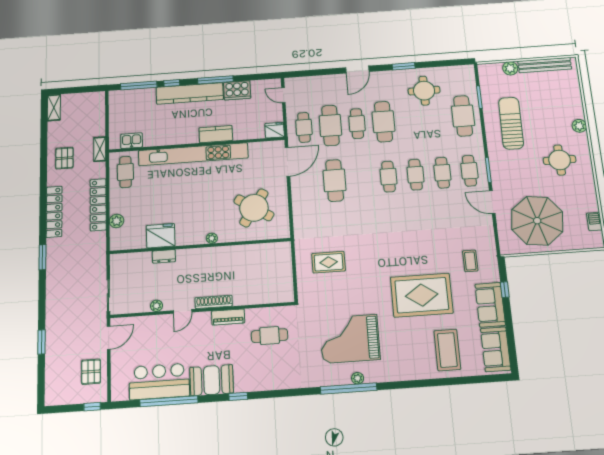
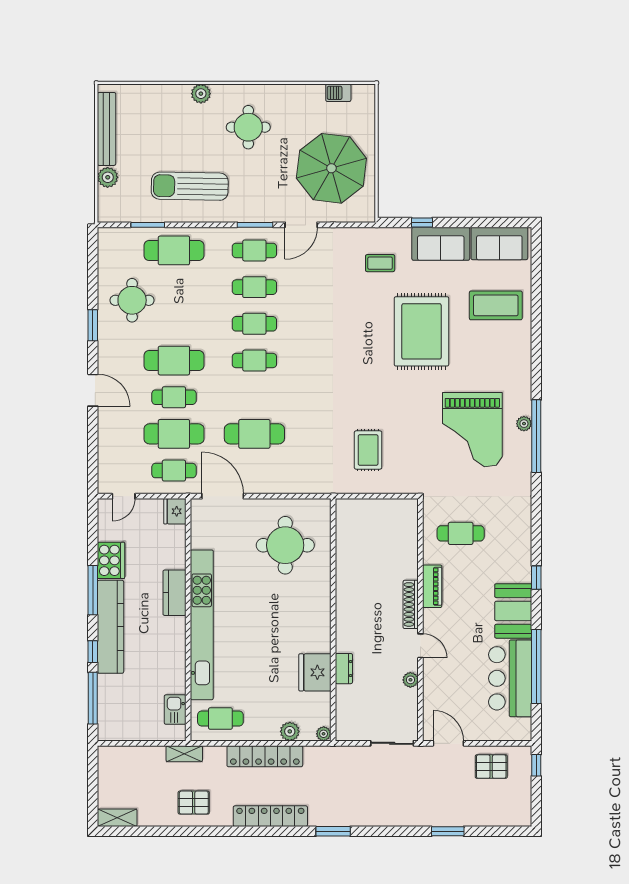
round table: (254, 208) -> (285, 545), turned -33
plant: (212, 238) -> (324, 734), moved
cafe table: (270, 336) -> (461, 533), turned 90

